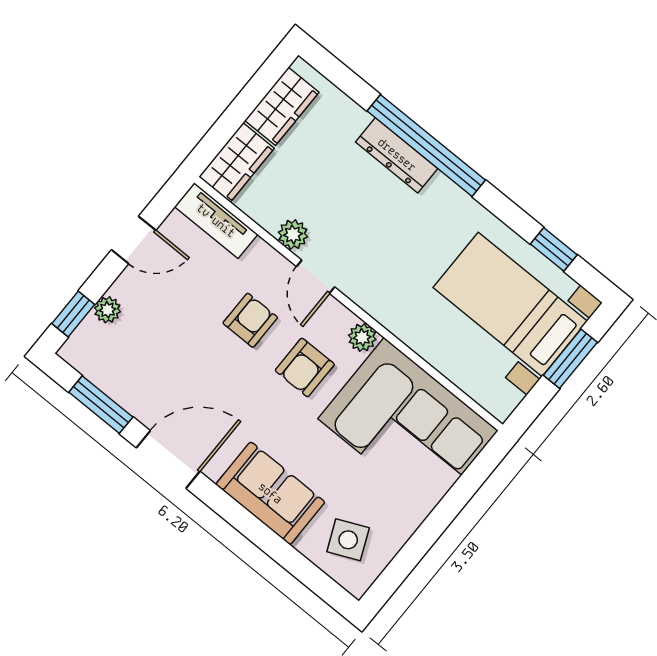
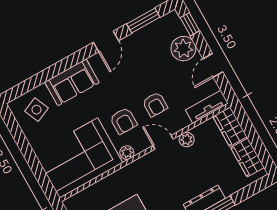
plant: (107, 310) -> (183, 49), width x1.88, depth x1.88
armchair: (305, 367) -> (123, 121), turned 180
door: (168, 459) -> (106, 42), width x0.73

